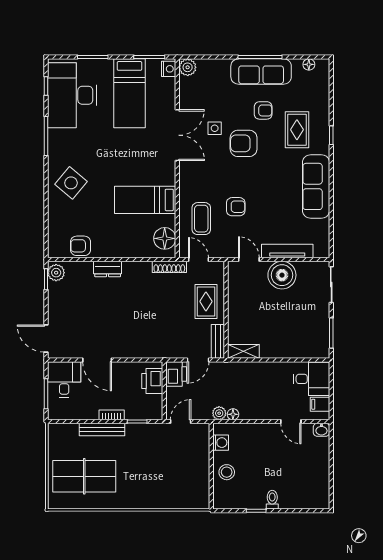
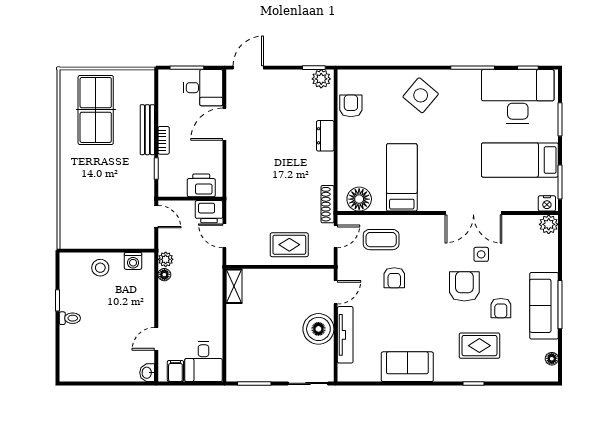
sofa: (316, 186) -> (407, 367), width x0.73
bench: (218, 341) -> (245, 258), removed

